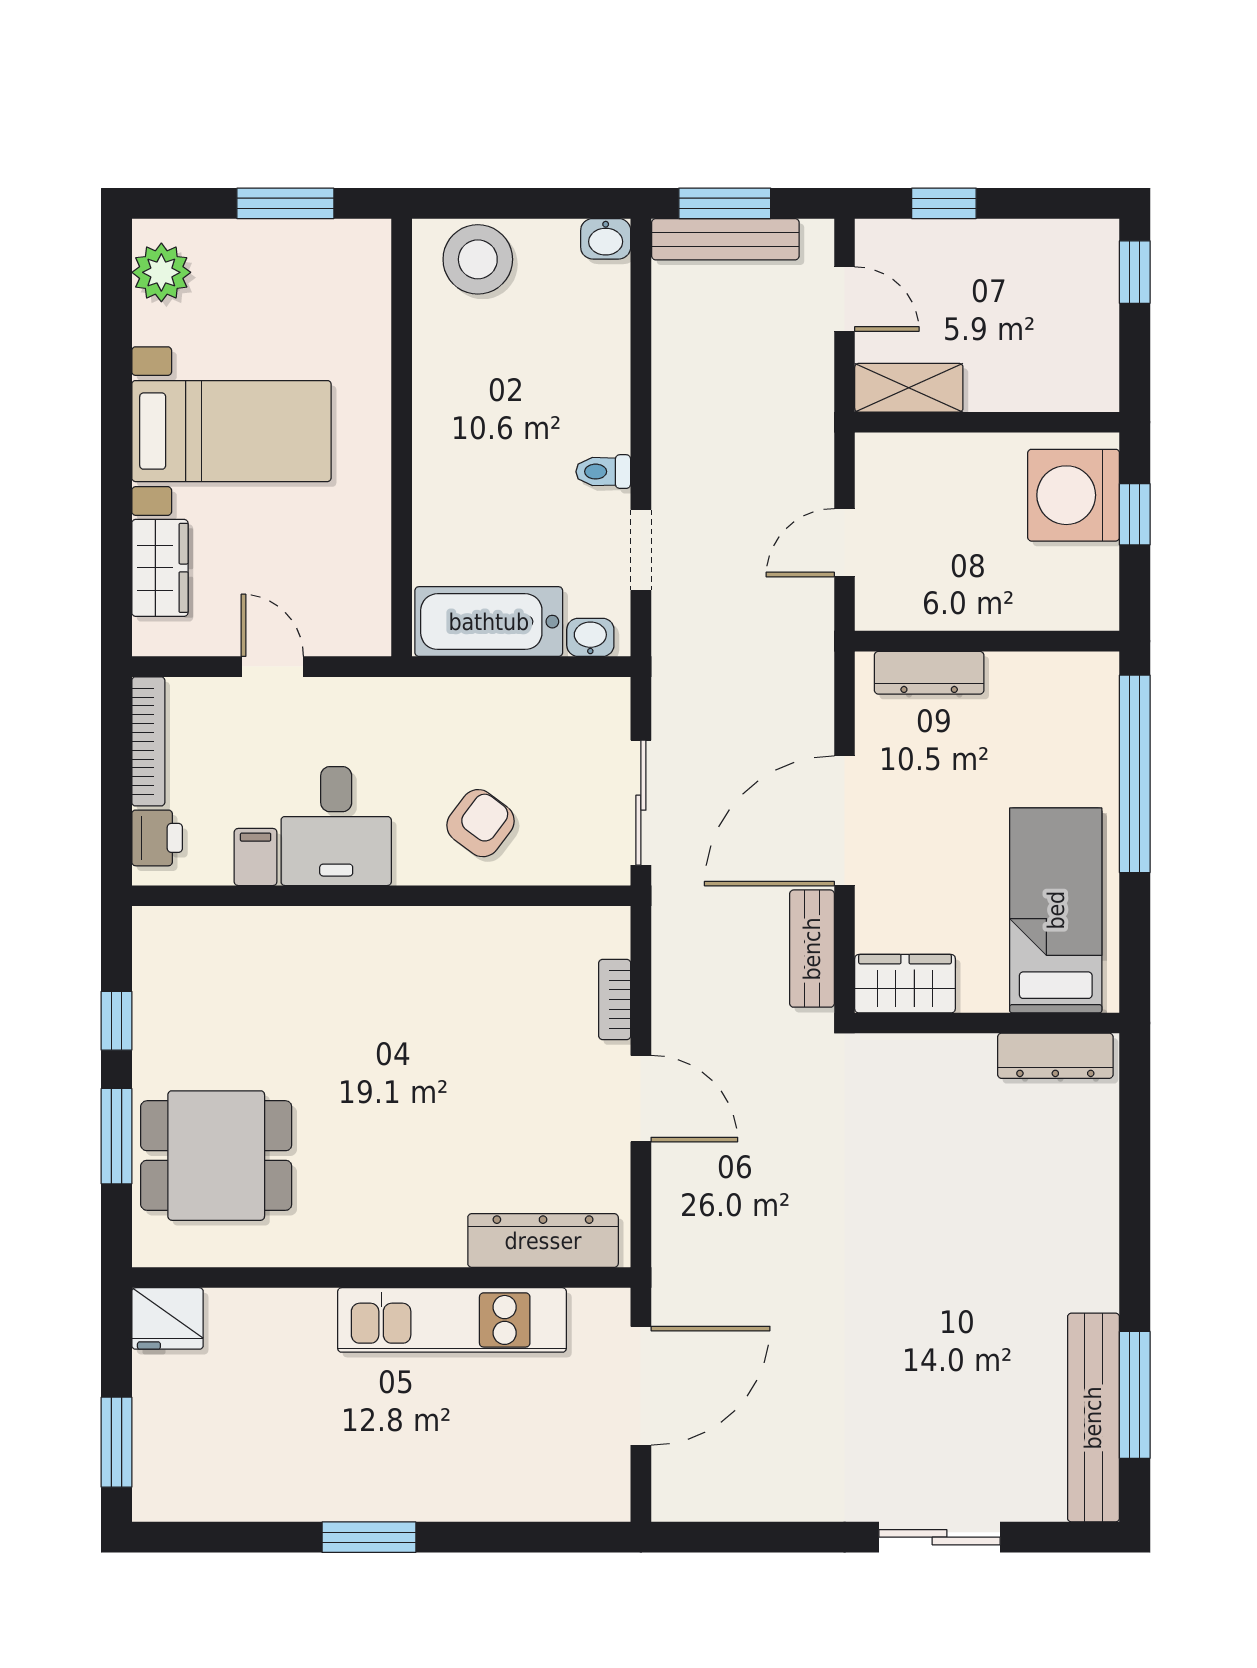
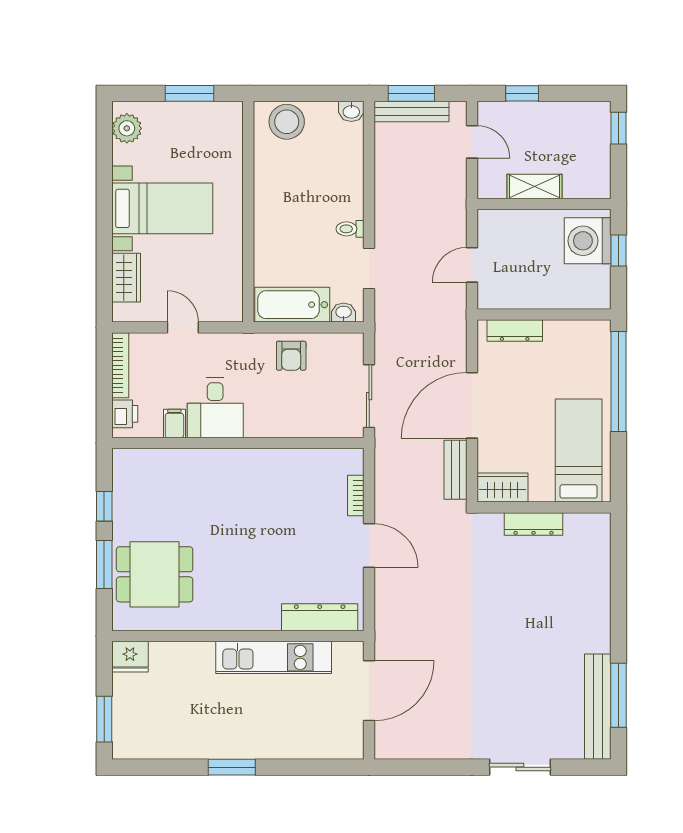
shelving: (909, 388) -> (535, 187), moved
armchair: (481, 823) -> (291, 356), moved, turned 143
dresser: (1055, 1056) -> (534, 524), moved

